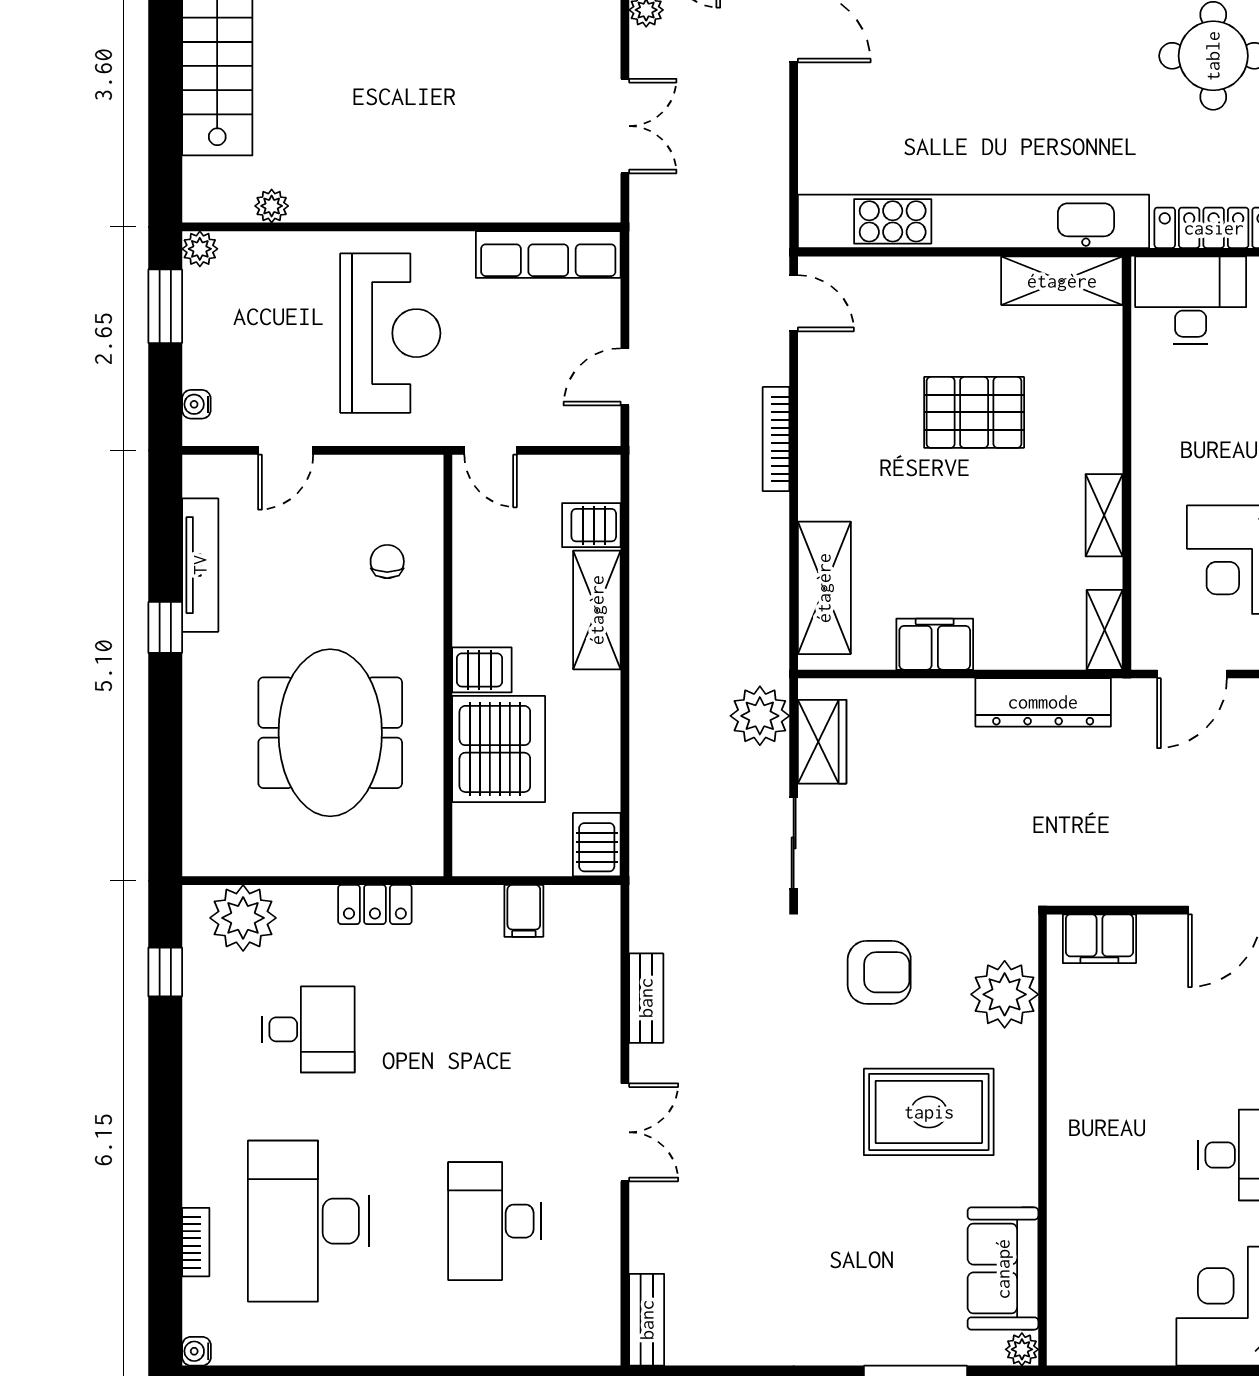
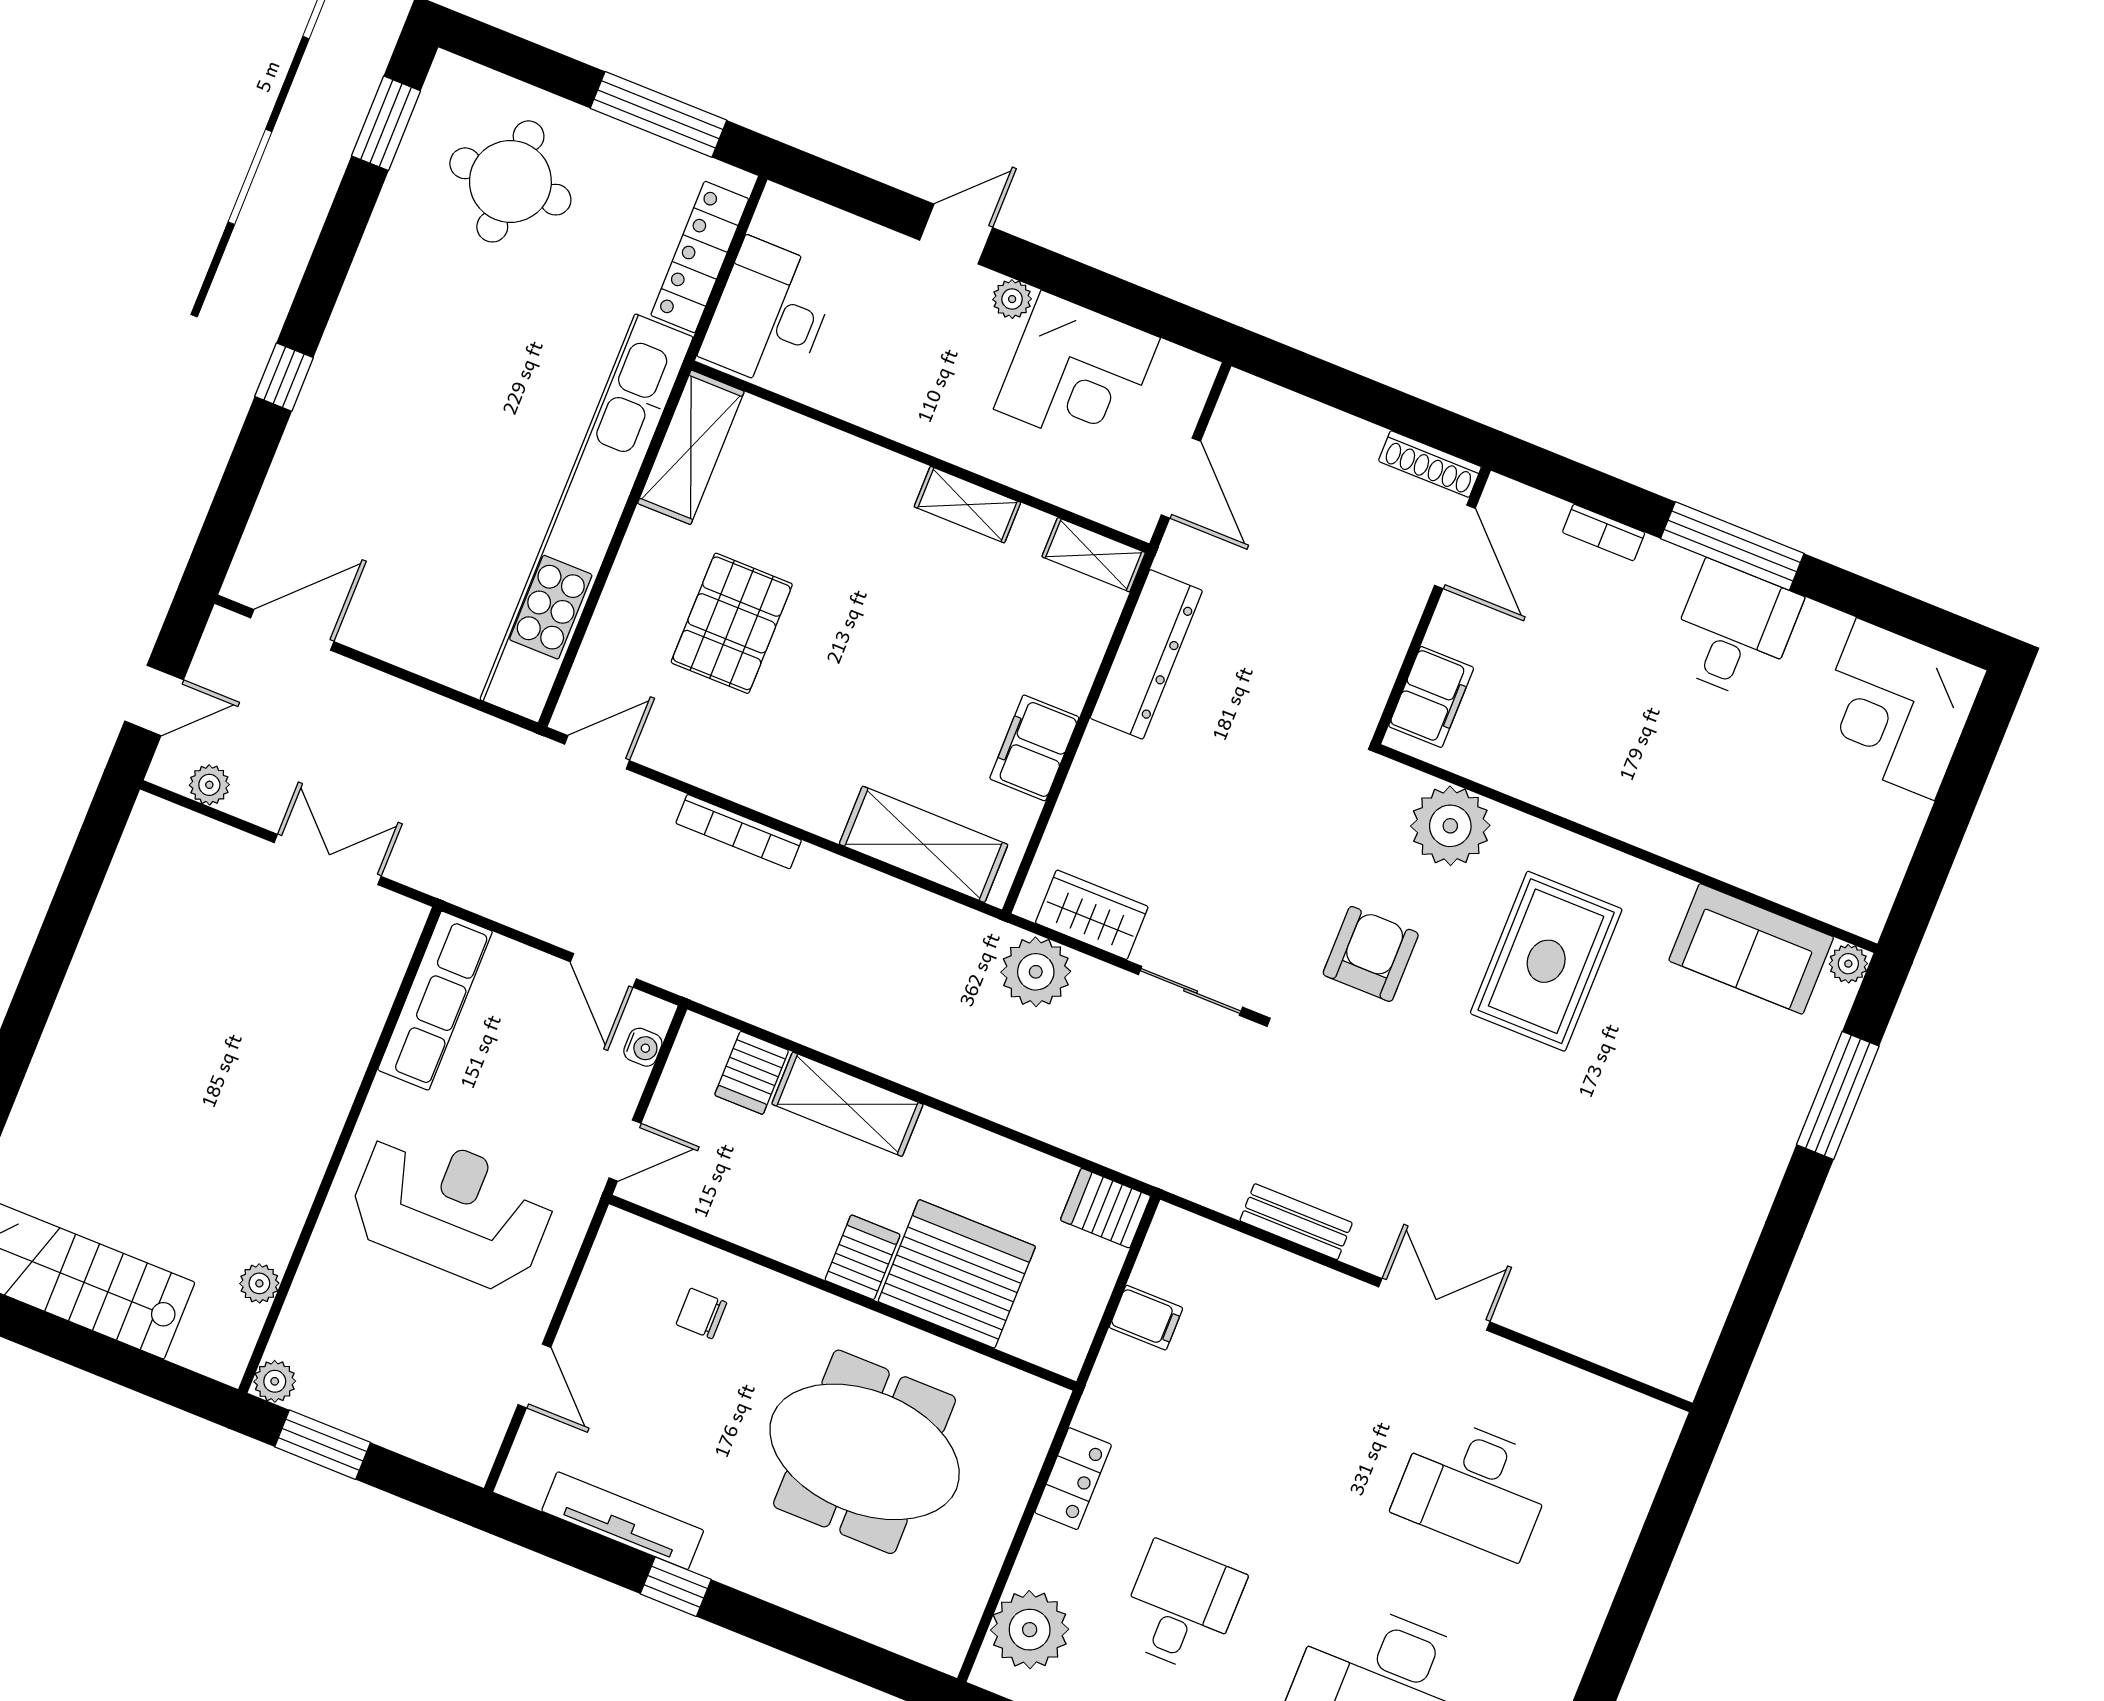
water cooler: (196, 404) -> (643, 1047), moved, turned -90
pallet: (974, 412) -> (732, 623), moved
bench: (647, 1320) -> (1650, 1363), removed

